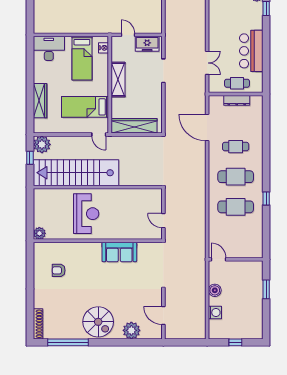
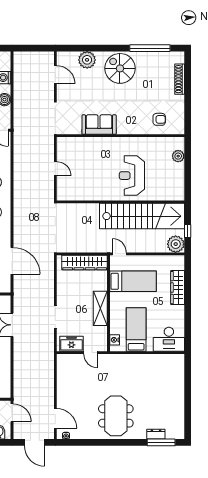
wall: (98, 241) -> (120, 136), moved
sofa: (119, 252) -> (99, 125), moved
shoe rack: (38, 324) -> (180, 79), moved

